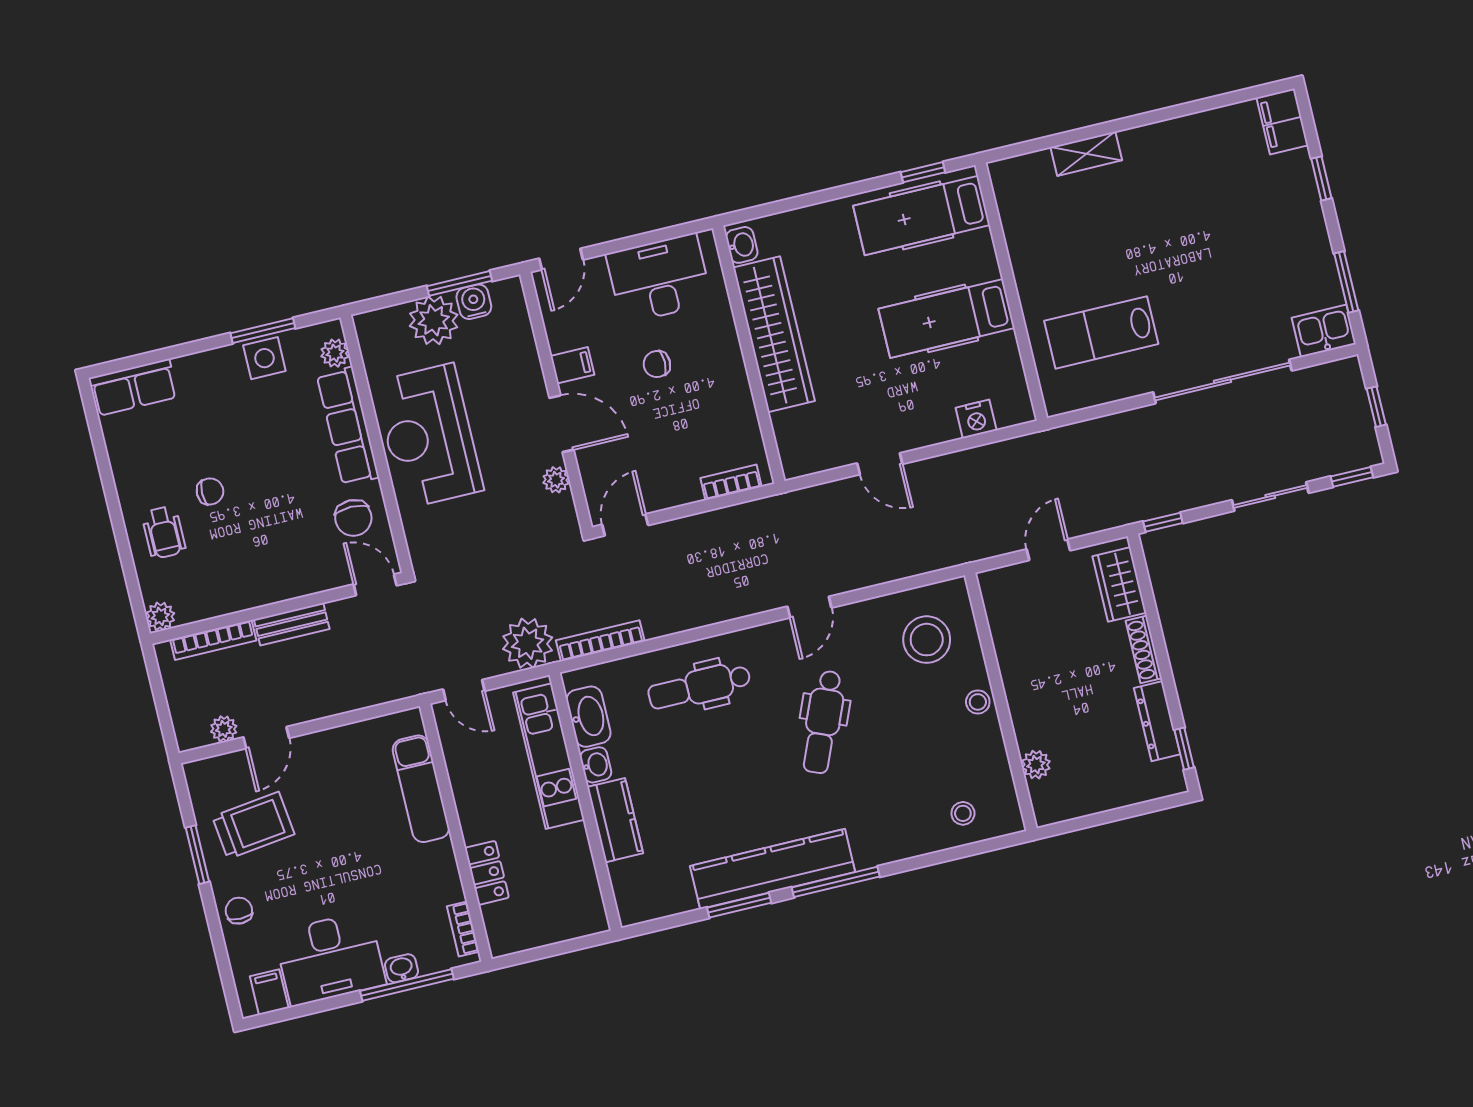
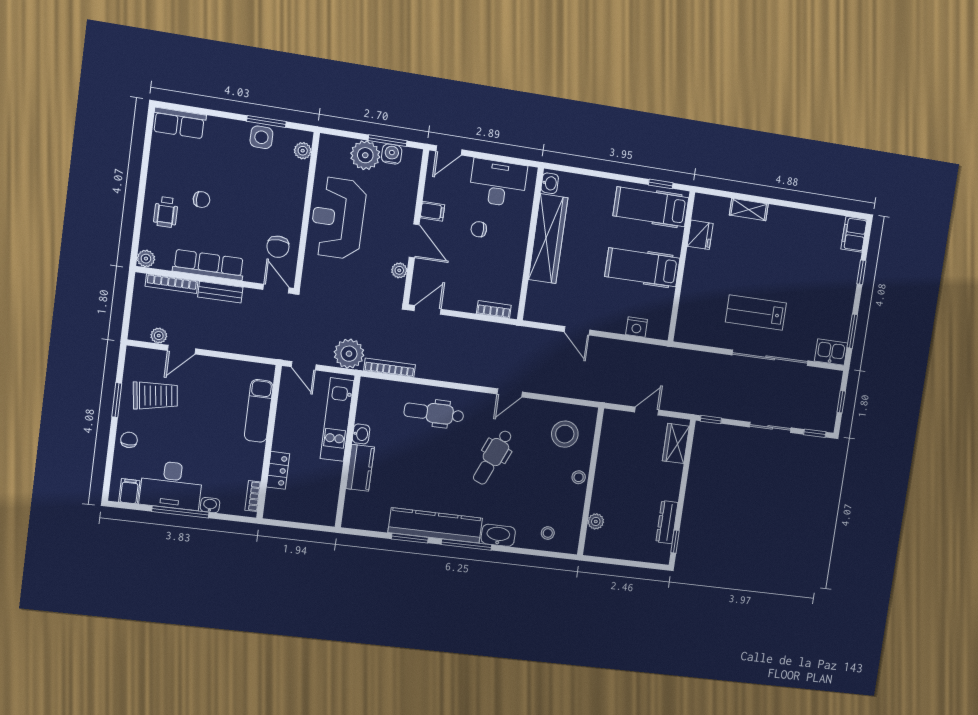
fridge: (1022, 228) -> (700, 235), added
lab bench: (1101, 332) -> (756, 313), moved
row of seats: (348, 426) -> (209, 265), moved, turned 90
shoe rack: (1144, 649) -> (675, 482), removed
washbasin: (589, 717) -> (498, 535), moved, turned -90
window: (407, 985) -> (180, 512), moved

